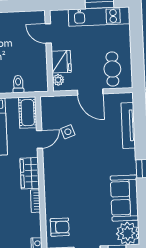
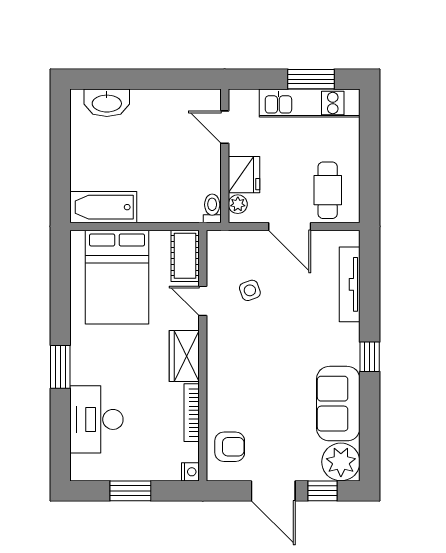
toilet: (18, 84) -> (212, 208), moved
door: (40, 139) -> (203, 301), swing flipped
bookcase: (35, 201) -> (192, 413), width x1.56

